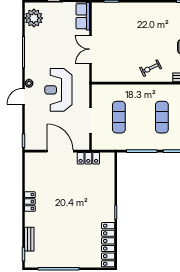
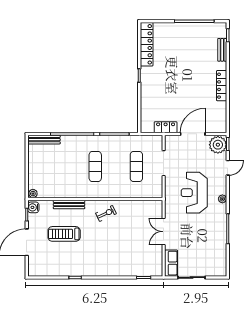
plant: (34, 18) -> (218, 145), moved
double door: (90, 49) -> (164, 232), swing flipped
reception desk: (58, 90) -> (194, 193), turned 180
door: (24, 96) -> (228, 168), moved
door: (60, 151) -> (193, 134), swing flipped
locker: (30, 202) -> (222, 86), width x1.53

